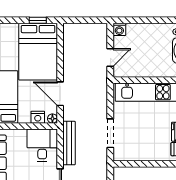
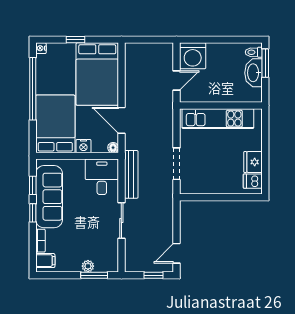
window: (38, 20) -> (76, 40), moved
washing machine: (119, 29) -> (193, 56), width x1.89, depth x1.89
nightstand: (38, 117) -> (83, 146), moved

